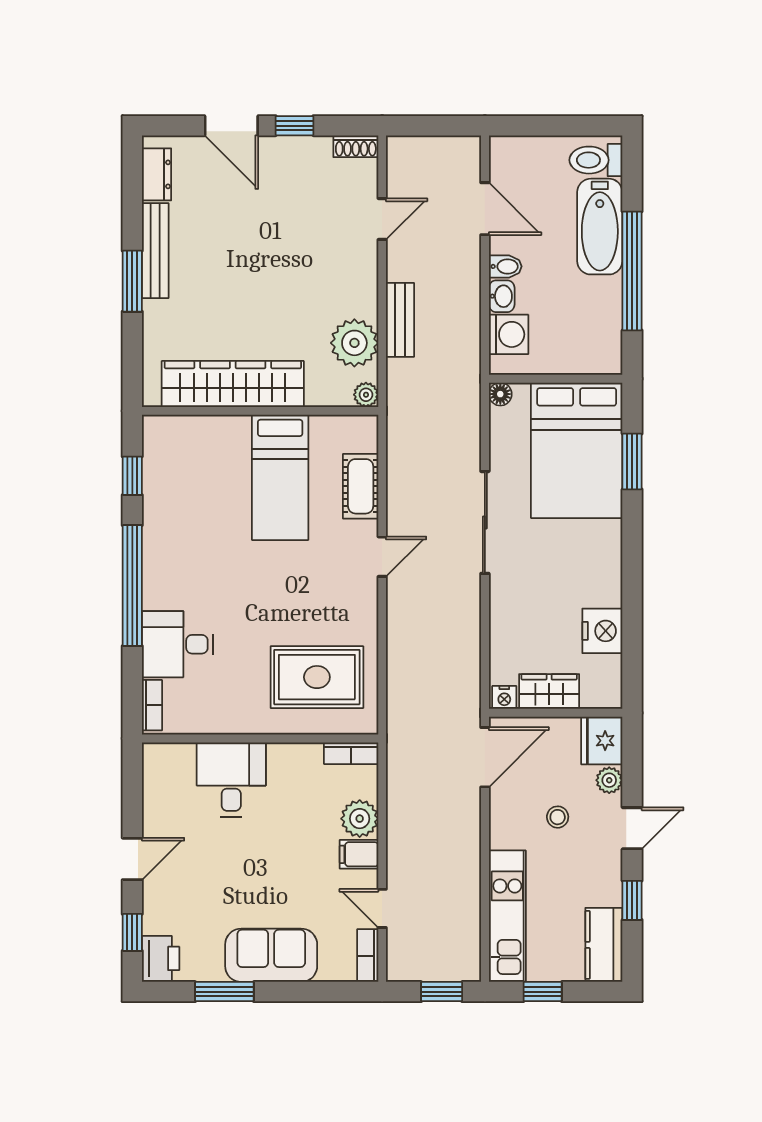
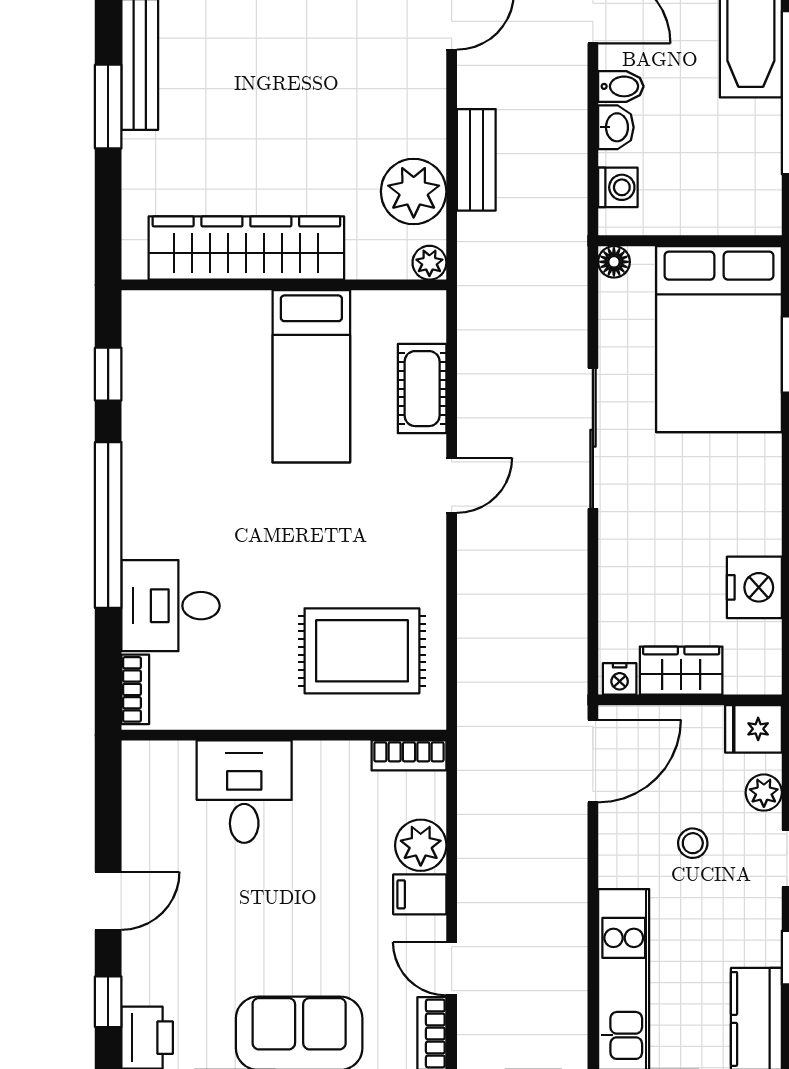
washing machine: (509, 334) -> (618, 187), width x0.73, depth x0.73
fridge: (602, 741) -> (754, 729), width x0.72

